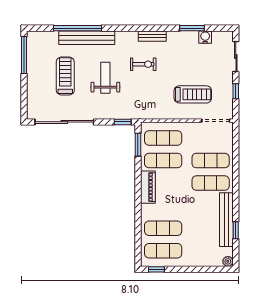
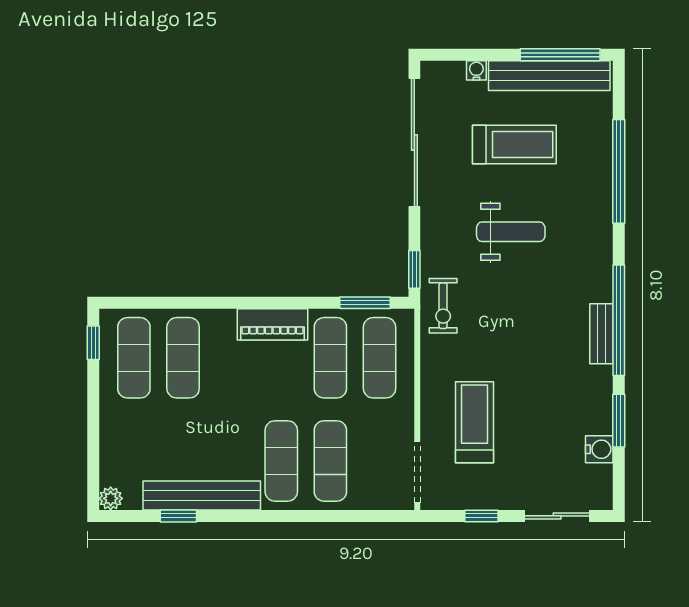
window: (146, 28) -> (619, 320), added
bench: (87, 38) -> (549, 76), moved, turned 90
exercise bike: (143, 64) -> (443, 306), moved
water cooler: (31, 93) -> (476, 70), added
treadmill: (193, 94) -> (474, 422), turned 180

